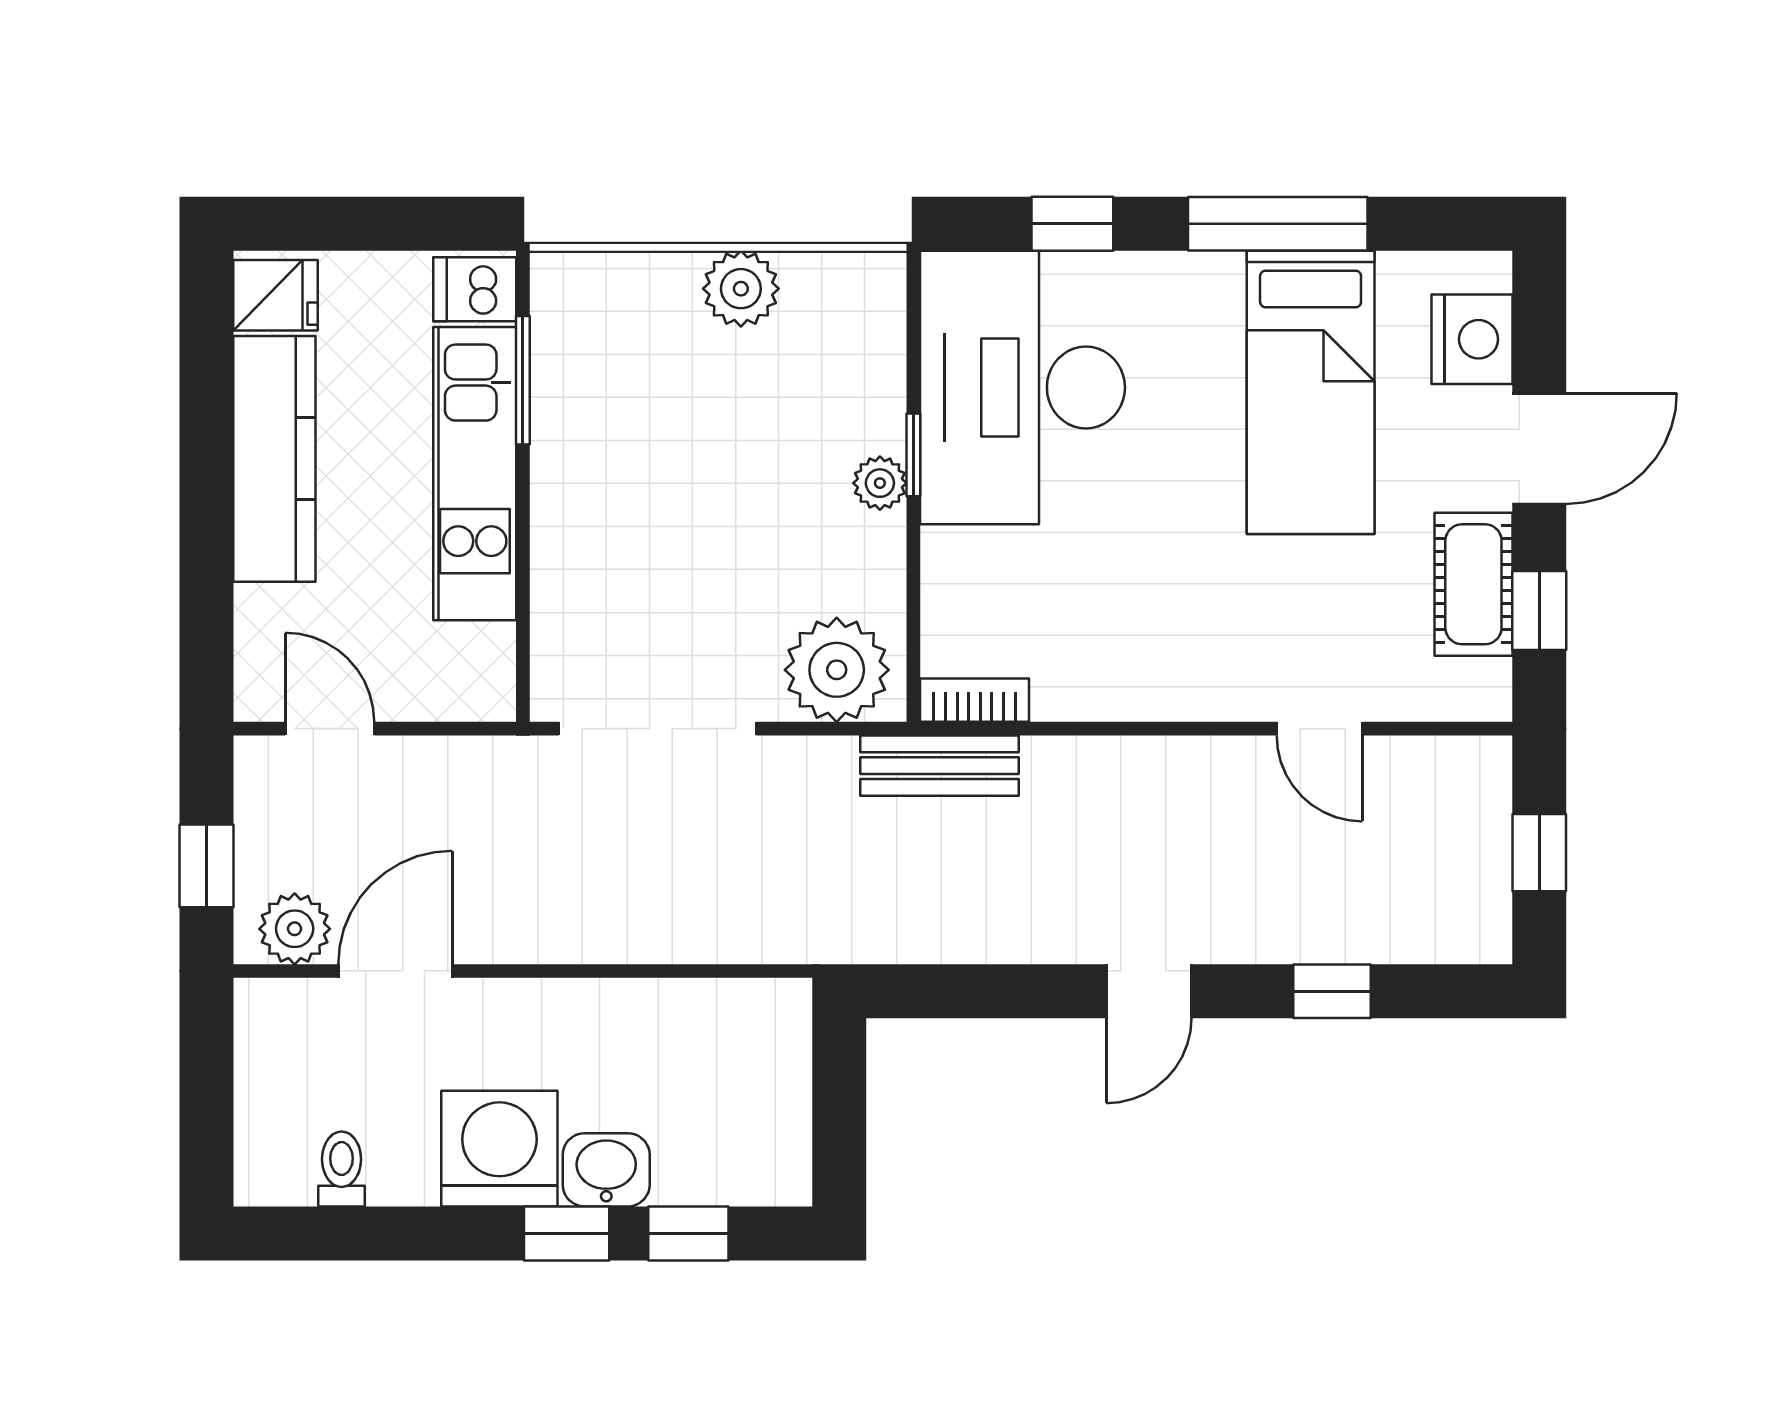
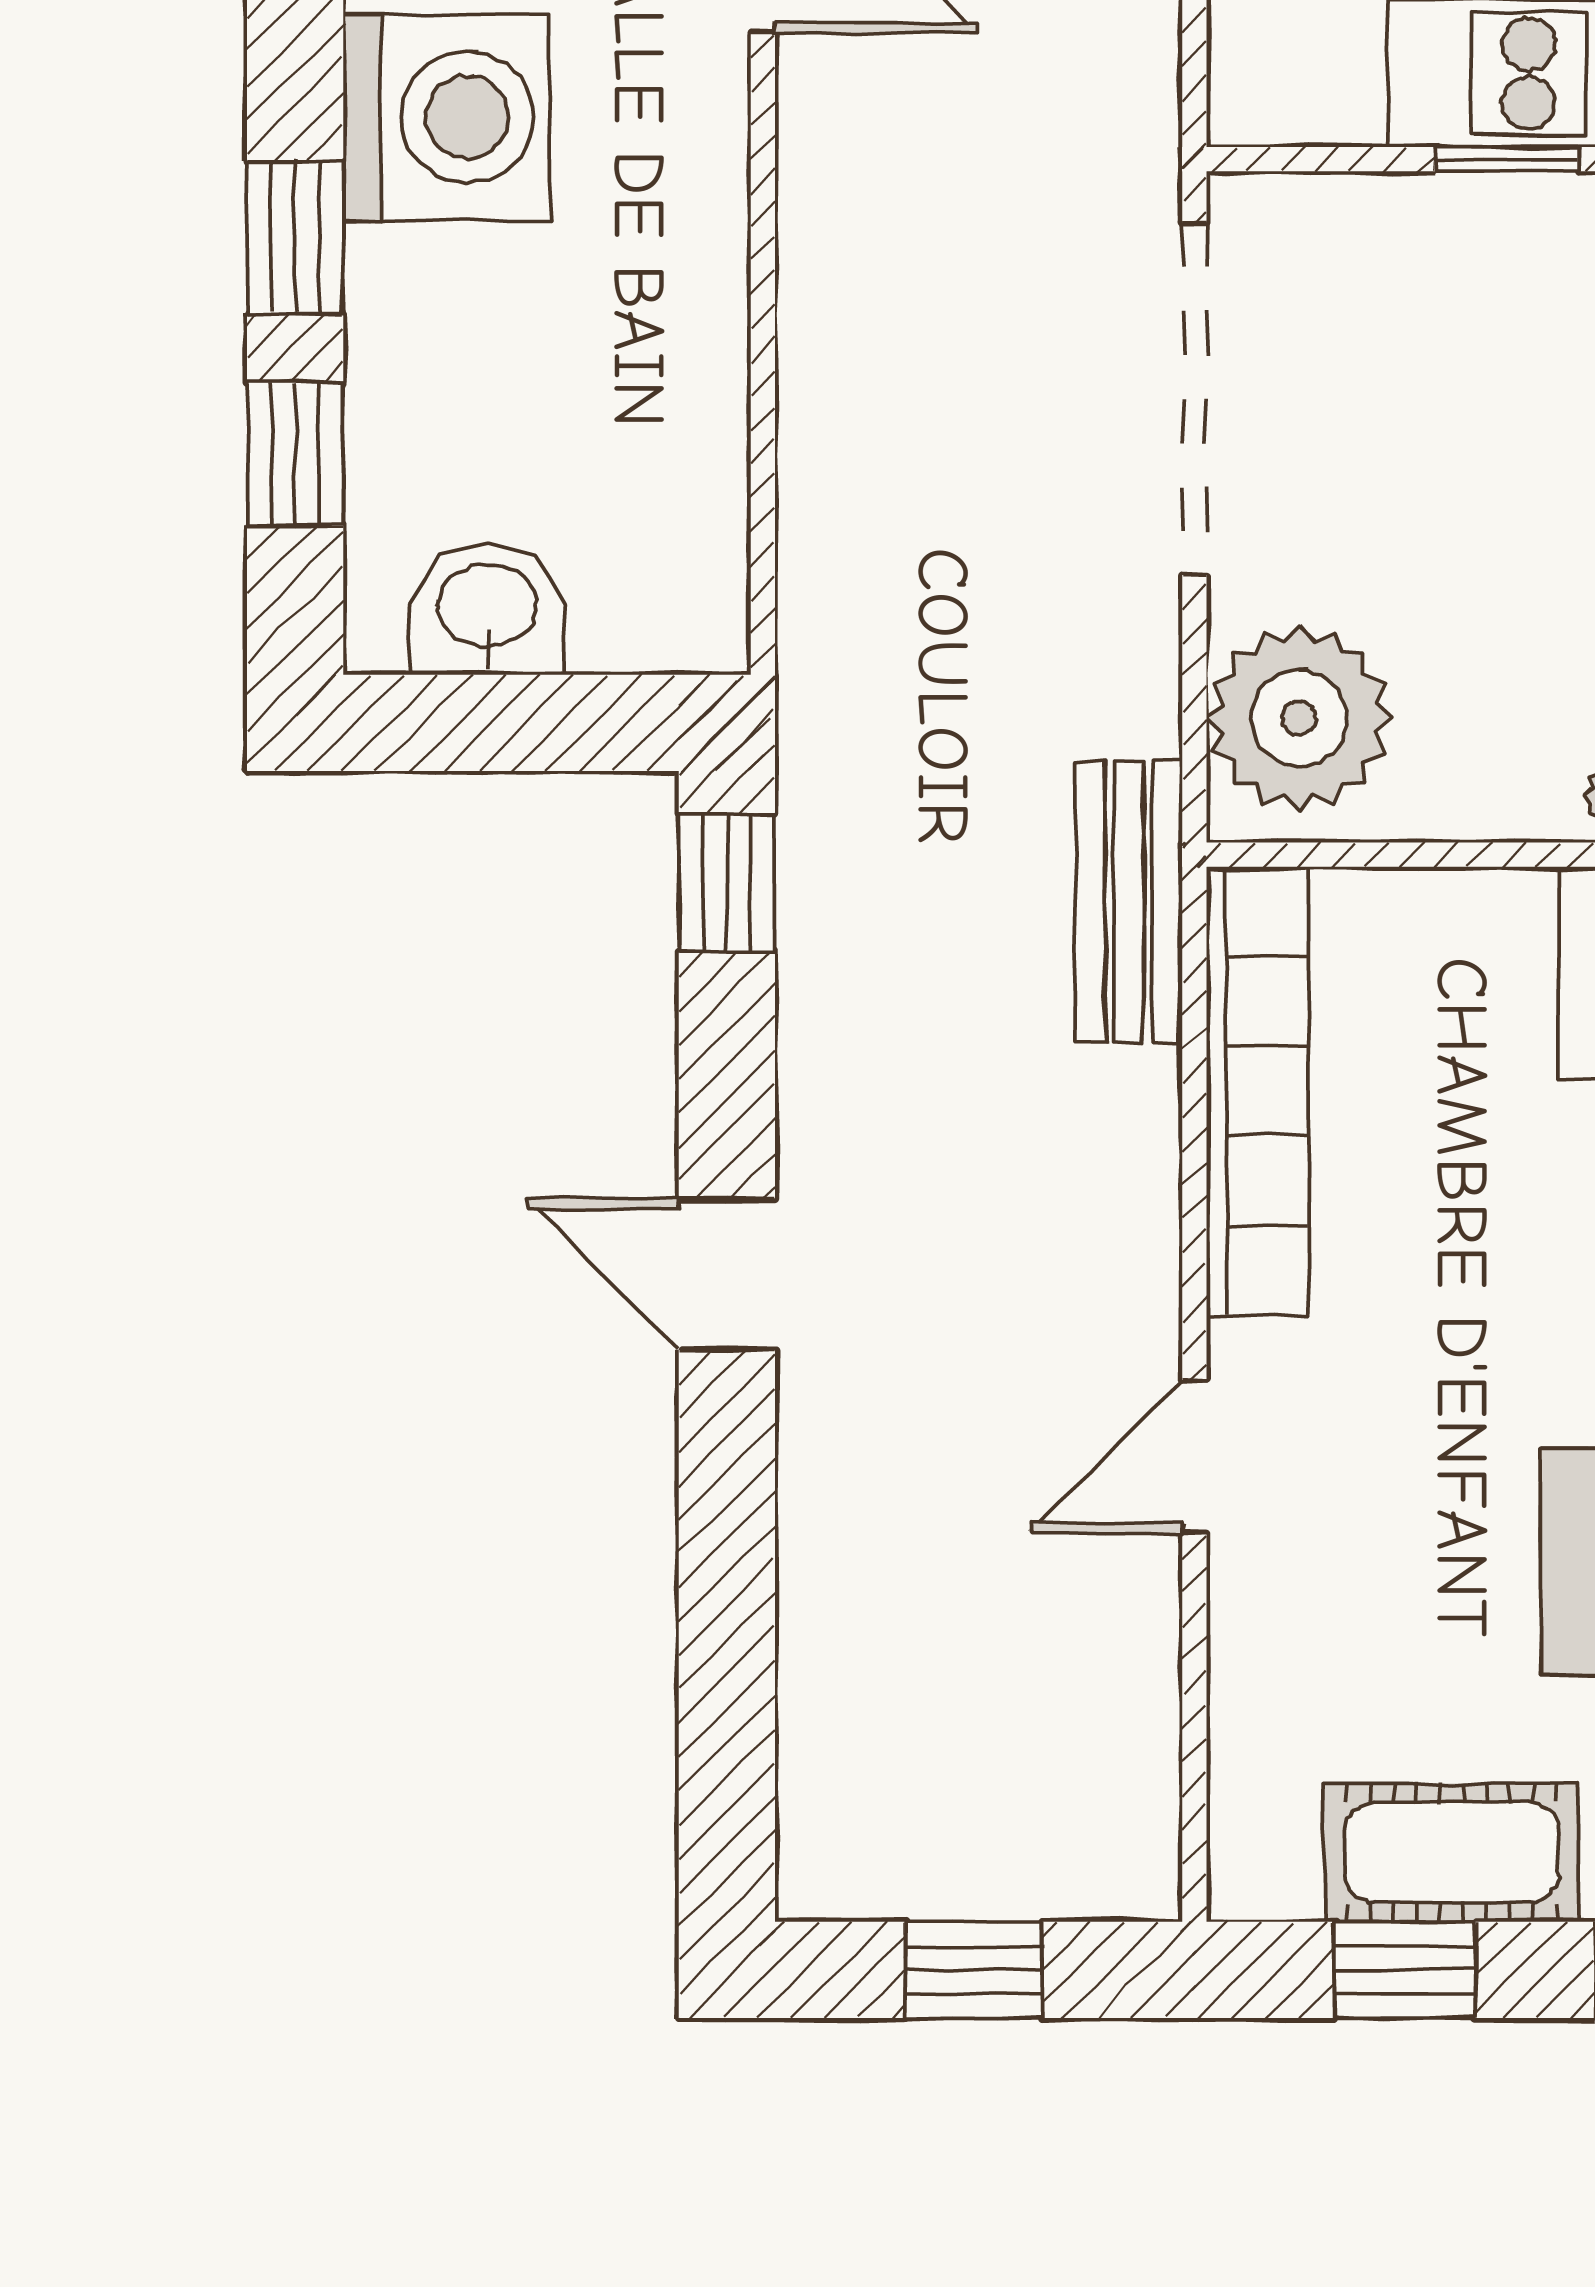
window: (523, 553) -> (1507, 159), added
bookcase: (974, 700) -> (1257, 1091), width x2.31, depth x1.31
door: (1319, 729) -> (1194, 1456), moved
window: (1332, 991) -> (727, 883), moved
washbasin: (606, 1170) -> (487, 609), moved, turned -90

